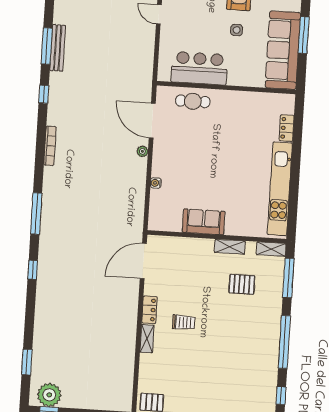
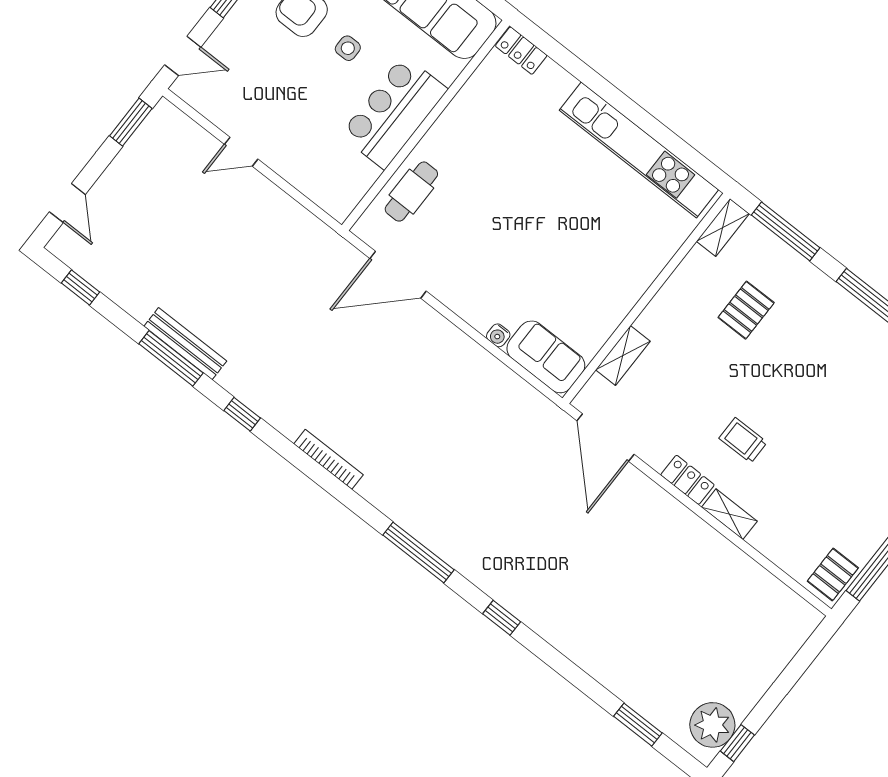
bar counter: (199, 68) -> (394, 112), moved
locker: (287, 128) -> (521, 51), moved
plant: (142, 151) -> (435, 323), removed
sofa: (204, 222) -> (546, 357), moved, turned 90
shelving: (230, 247) -> (623, 356), moved
trolley: (184, 322) -> (743, 440), turned -90

